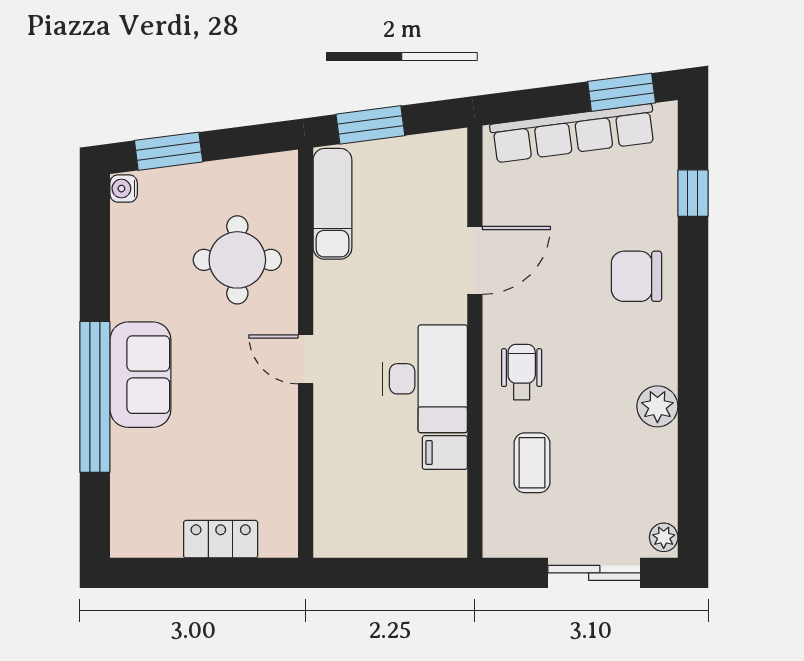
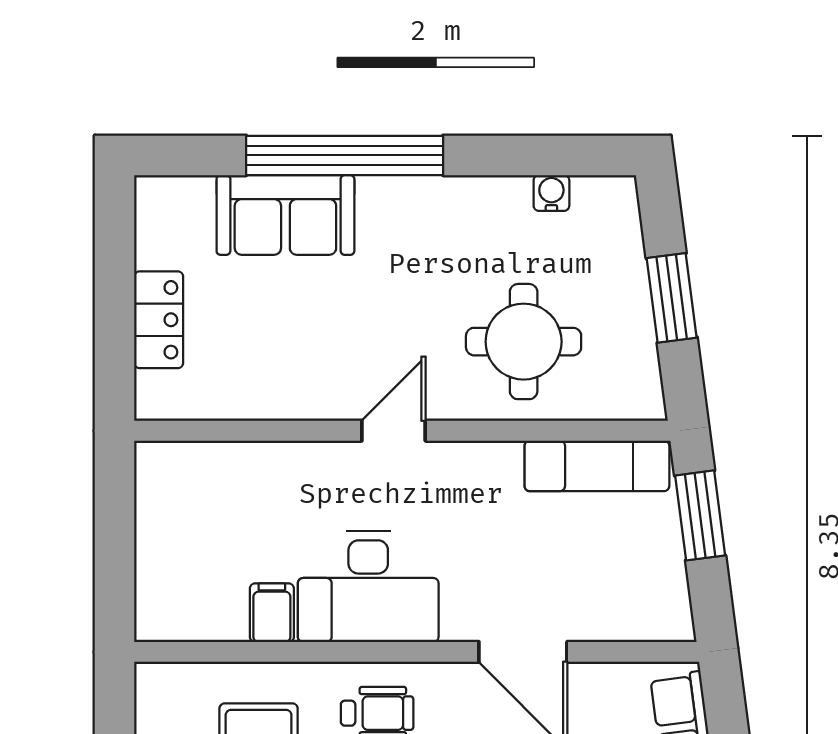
window: (169, 151) -> (672, 298), moved
water cooler: (124, 189) -> (551, 193), moved
sofa: (140, 375) -> (285, 215), moved

